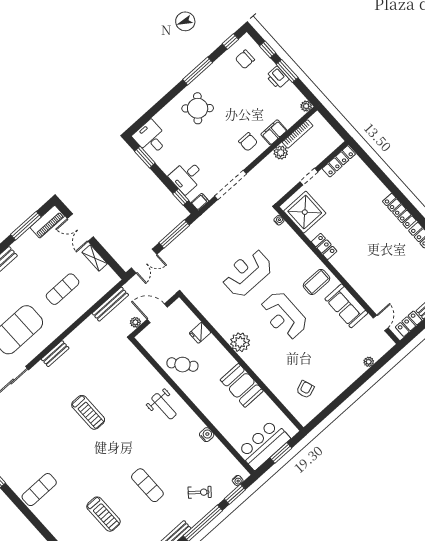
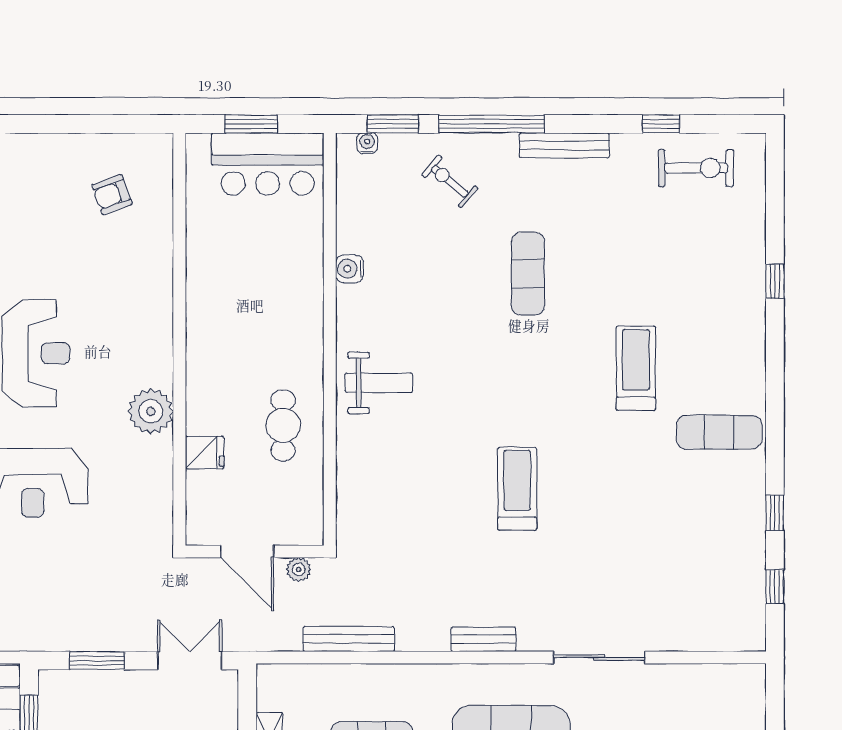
window: (174, 234) -> (97, 661), width x0.69
bench: (110, 304) -> (349, 639), moved
plant: (240, 342) -> (151, 411), moved
cafe table: (182, 365) -> (283, 425), turned 39
booth: (242, 385) -> (214, 299), removed
weight bench: (164, 406) -> (379, 383), turned 90
treadmill: (103, 514) -> (636, 368), moved

